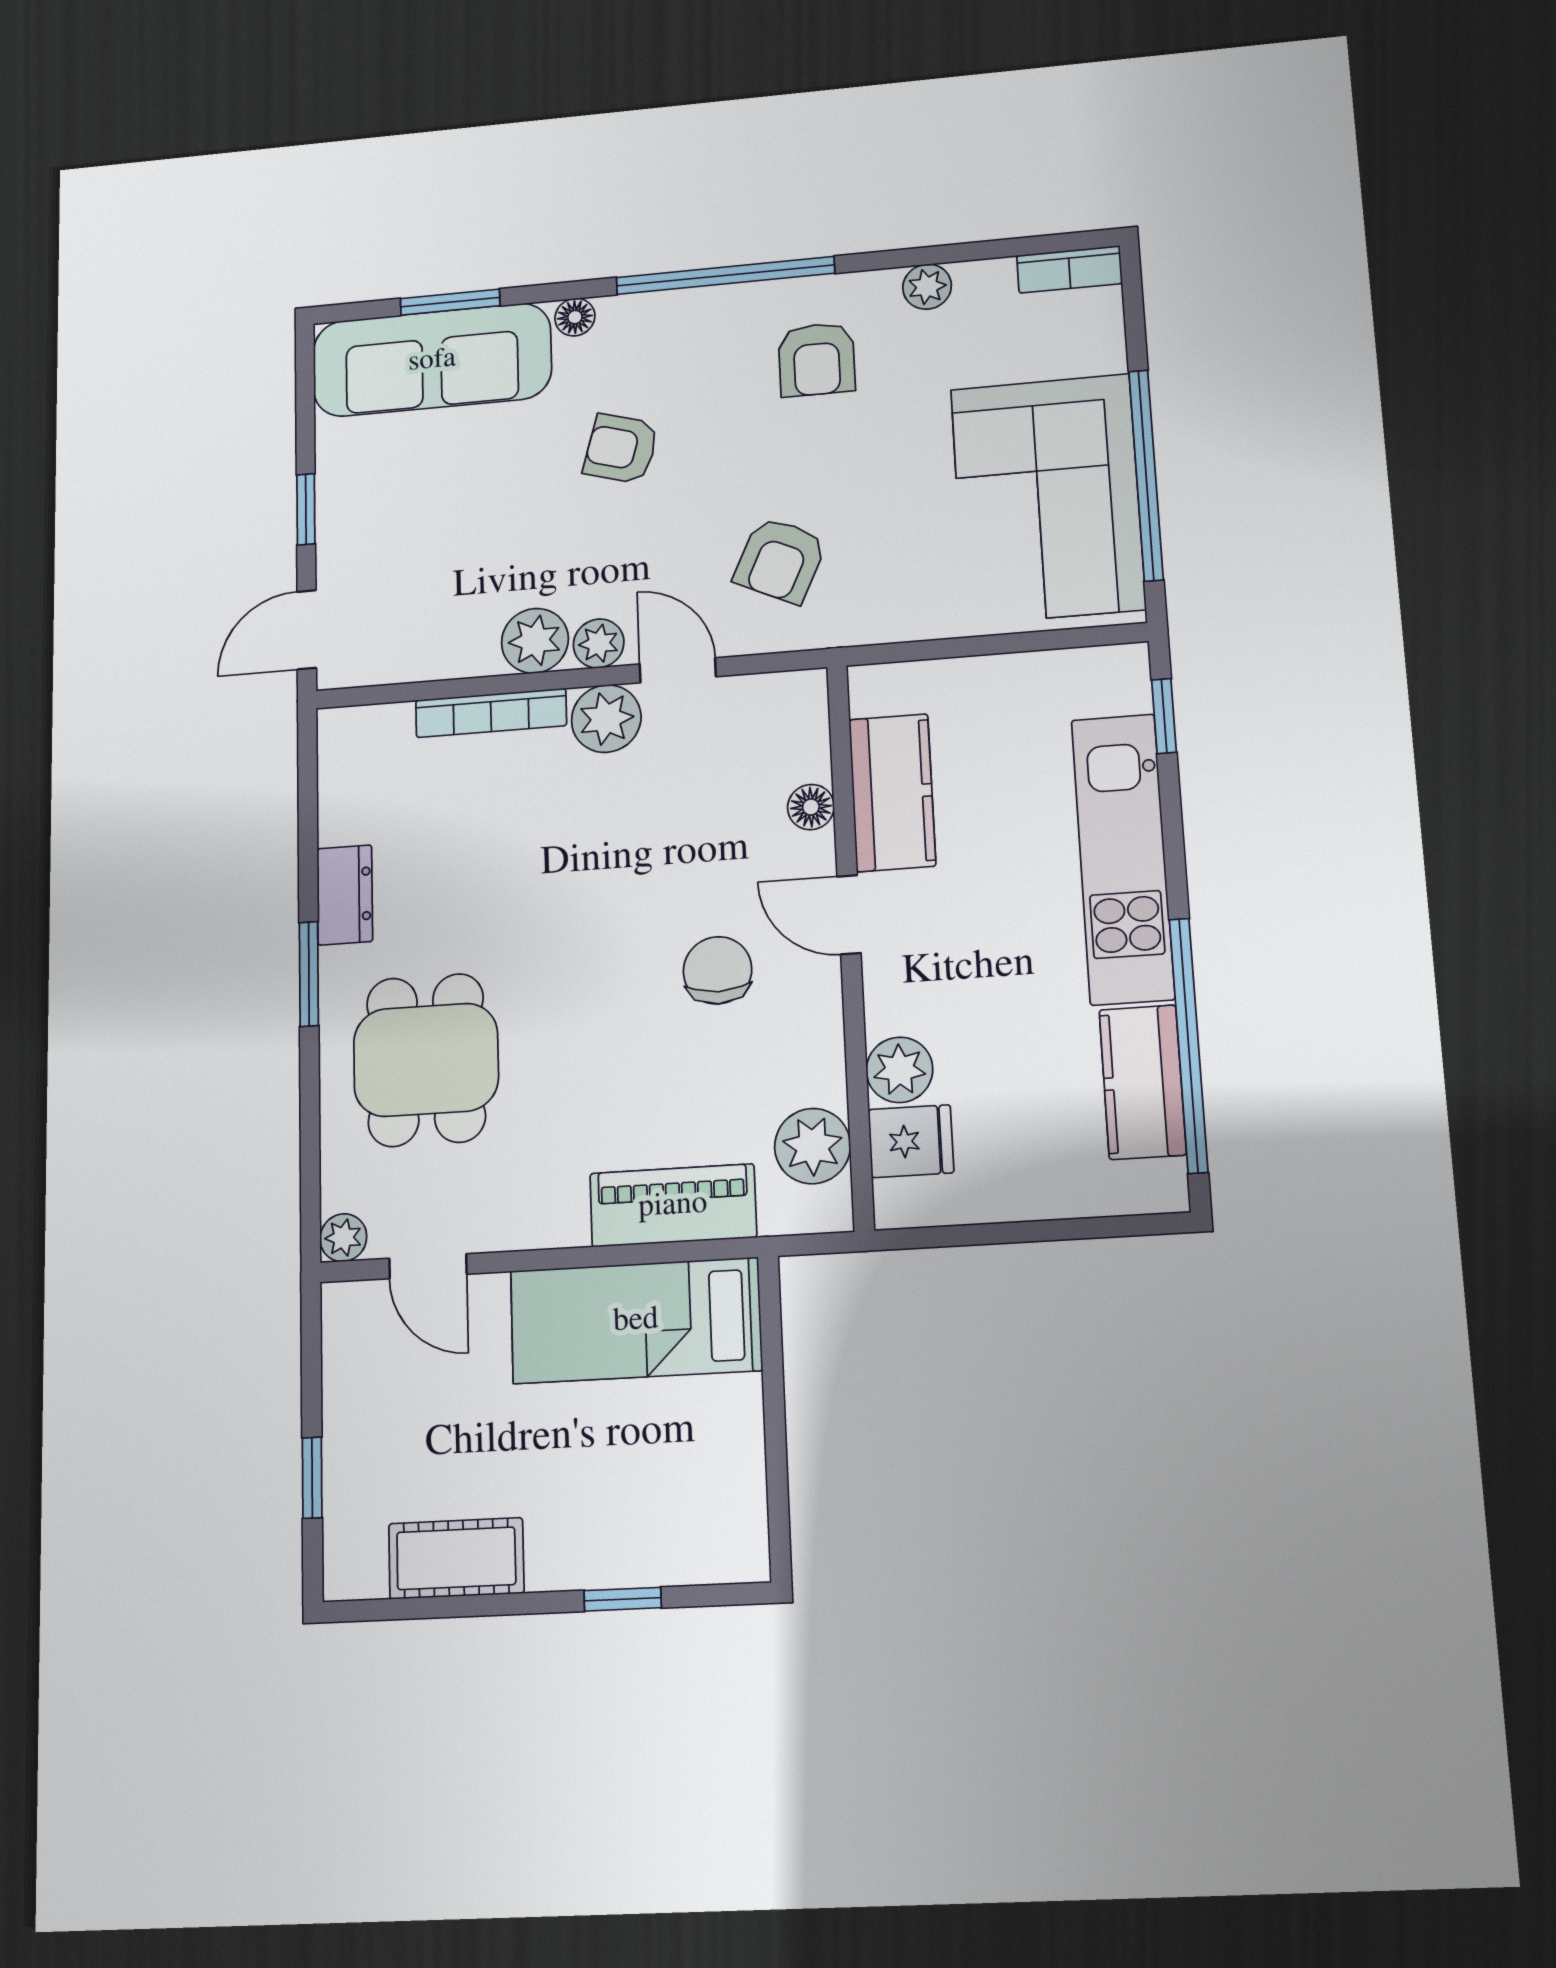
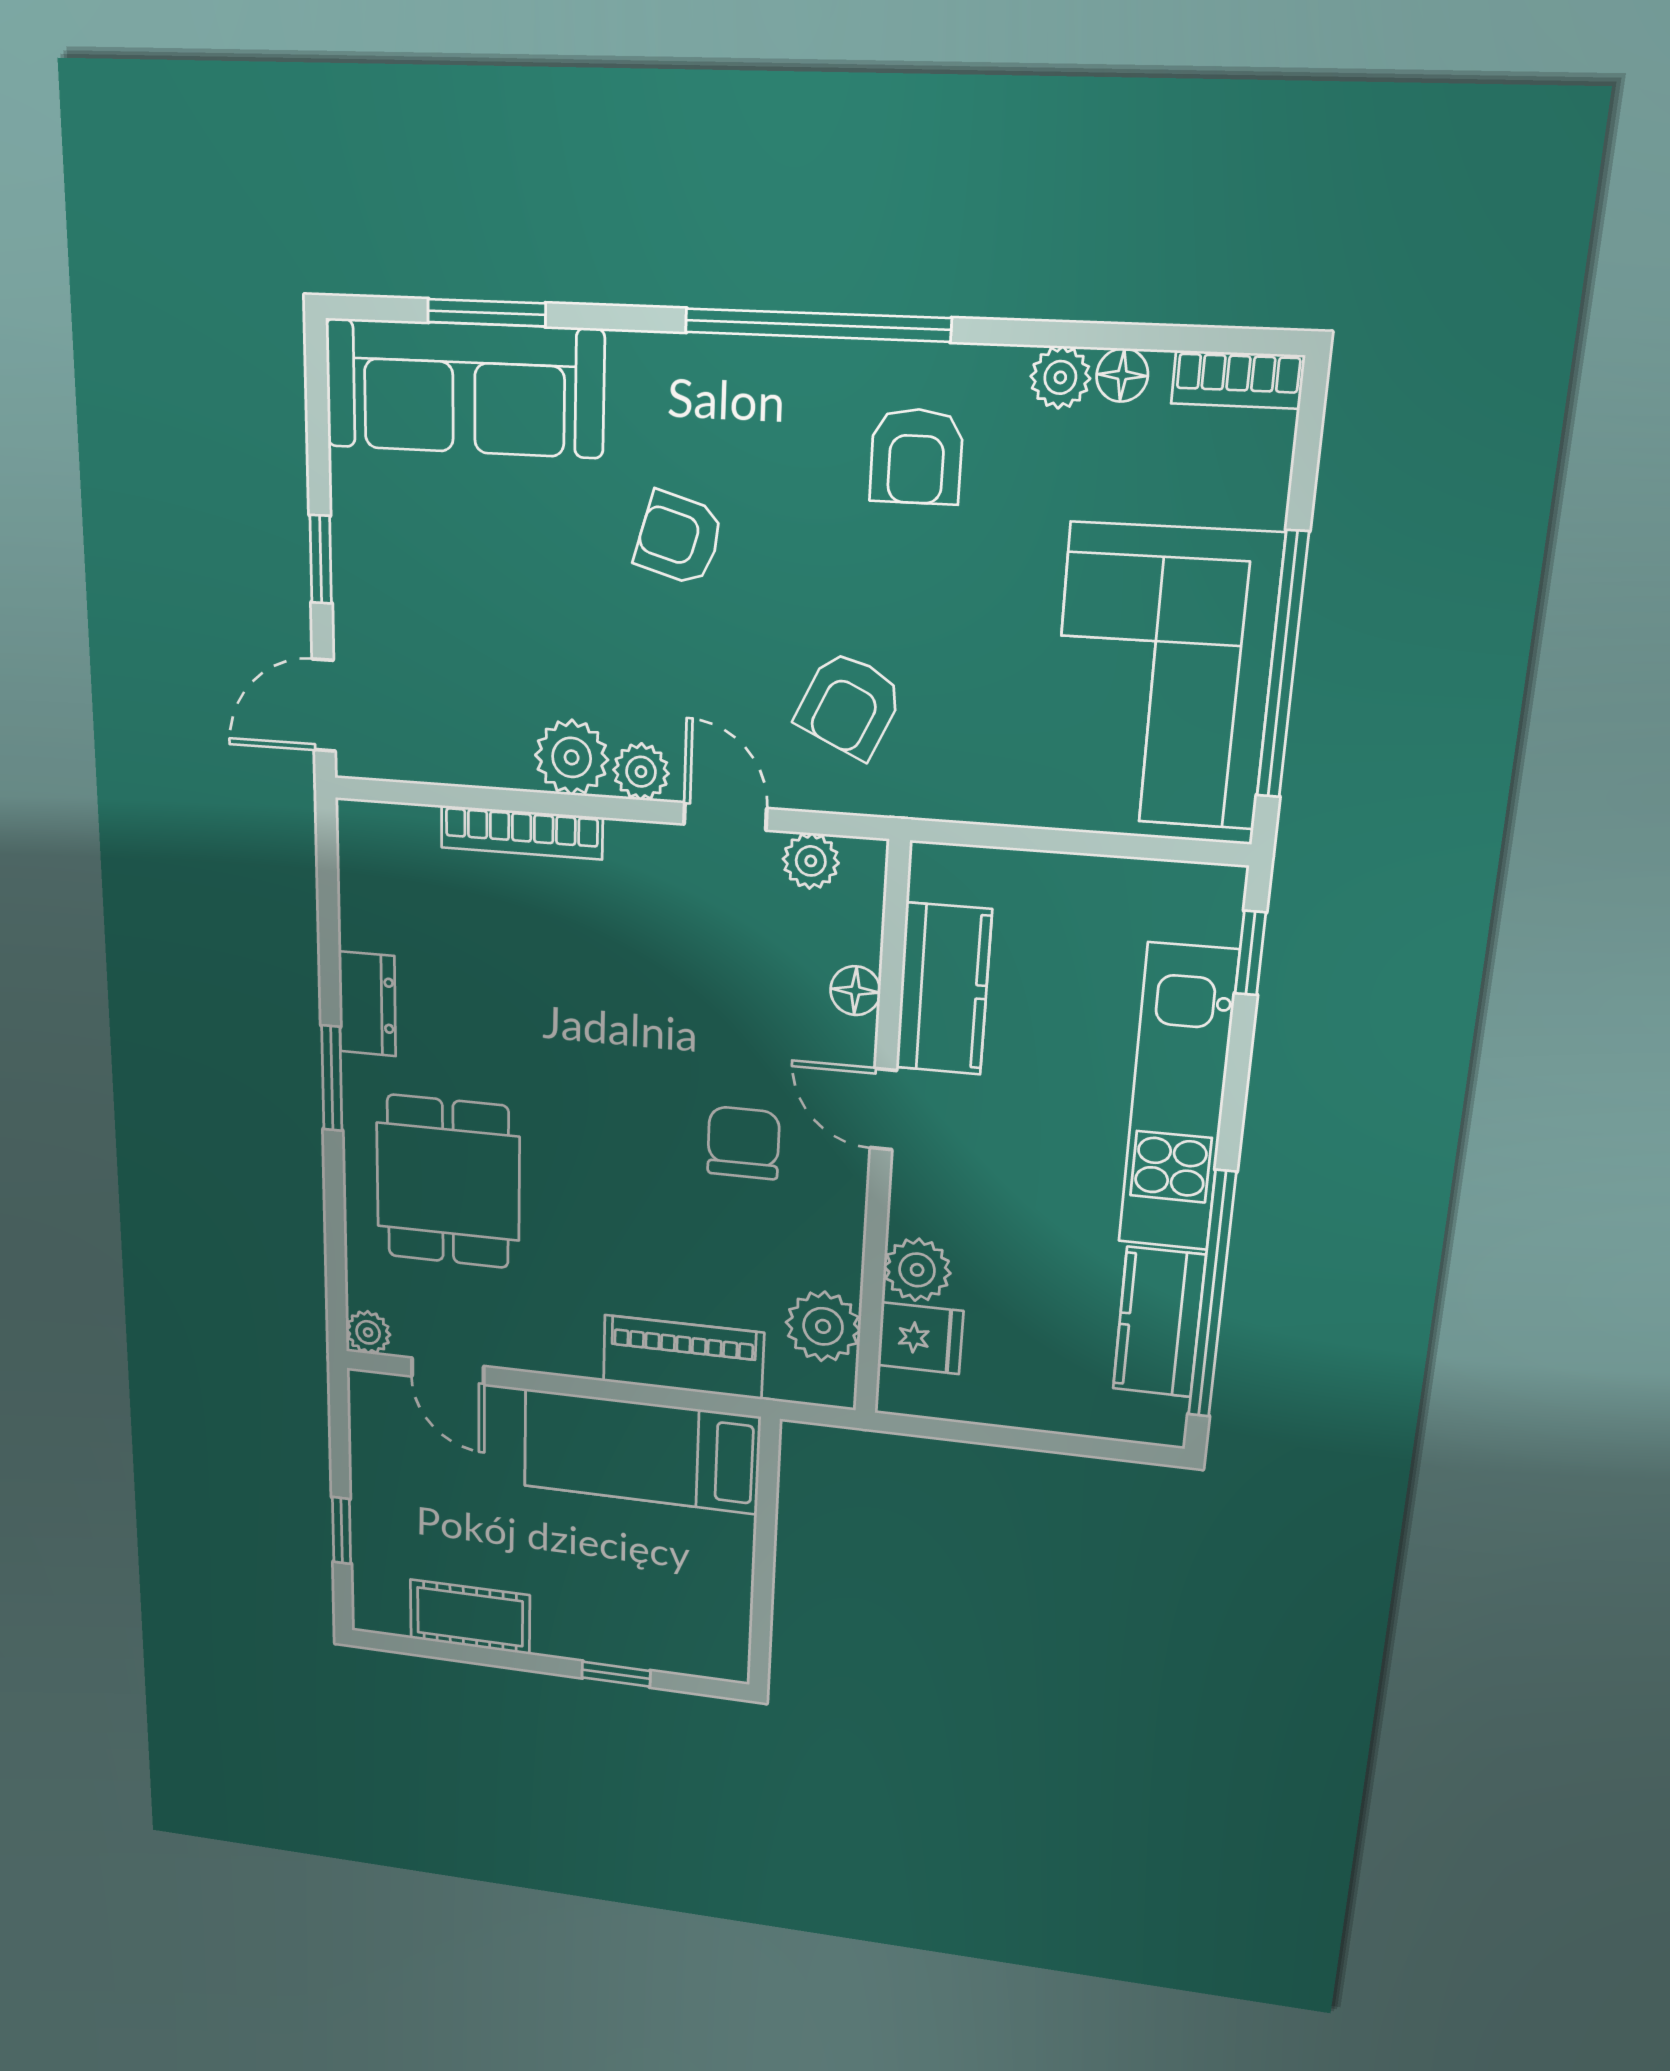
floor lamp: (575, 317) -> (1122, 375), moved
plant: (606, 719) -> (811, 861), moved, width x0.73, depth x0.73

